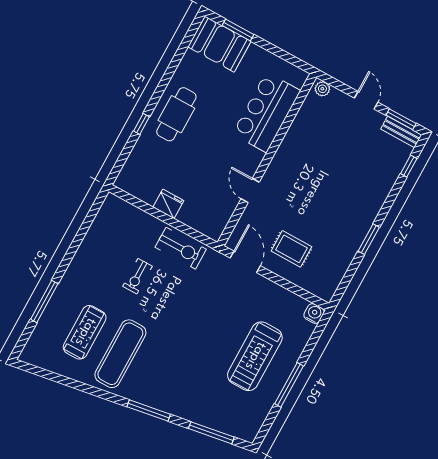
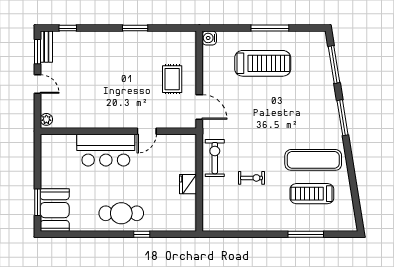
door: (366, 100) -> (37, 84), swing flipped
bar counter: (266, 112) -> (106, 150), moved
door: (245, 262) -> (199, 107), swing flipped

